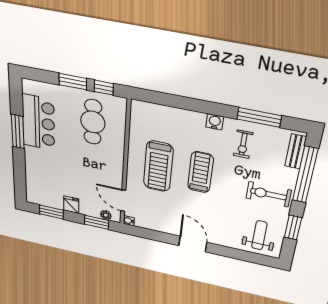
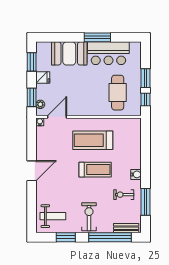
cafe table: (93, 122) -> (118, 93), turned 90
booth: (40, 169) -> (69, 53), added

